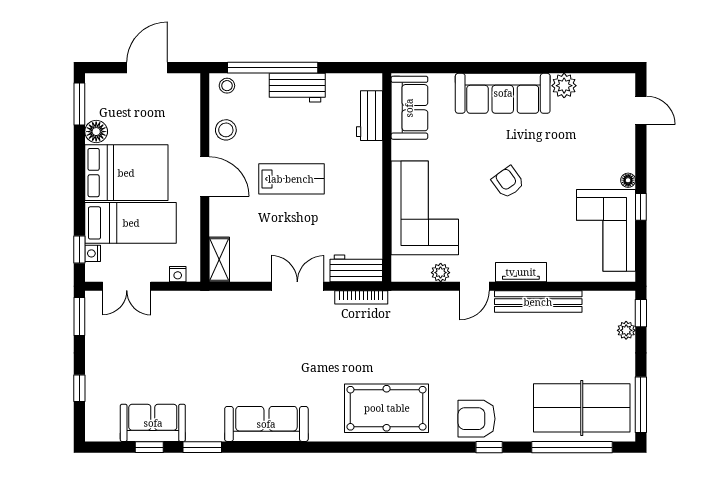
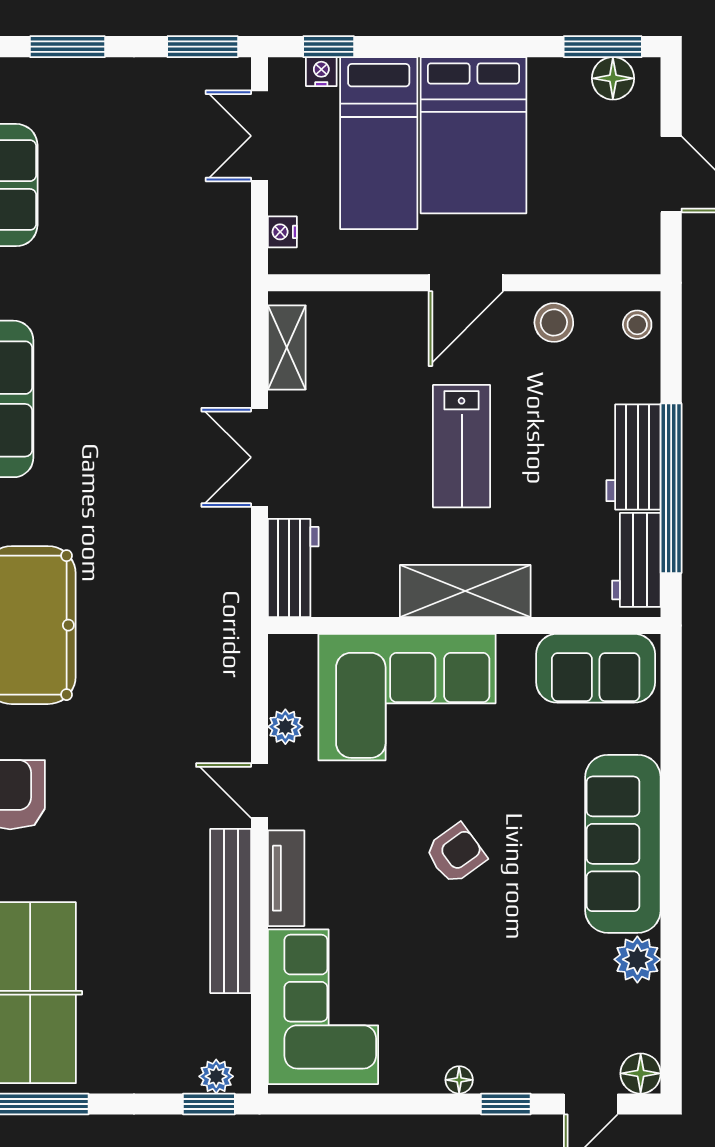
window: (273, 68) -> (671, 488), moved
floor lamp: (625, 84) -> (641, 1073), added
workbench: (369, 116) -> (636, 560), moved, turned -90
floor lamp: (96, 132) -> (613, 78), moved
shelving: (368, 177) -> (465, 591), added
window: (641, 207) -> (506, 1104), moved
corner sofa: (606, 230) -> (323, 1007), moved, turned 90
shelving: (219, 259) -> (287, 347), moved, turned 90
double door: (297, 286) -> (259, 457), swing flipped
bookcase: (361, 297) -> (238, 578), removed
plant: (626, 330) -> (216, 1076), moved
window: (79, 388) -> (67, 47), width x1.50

